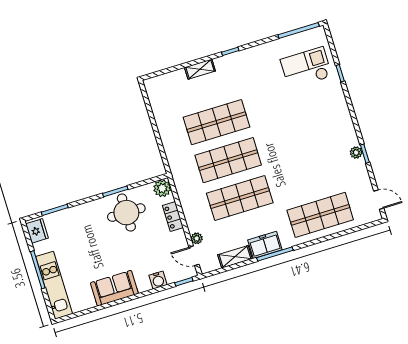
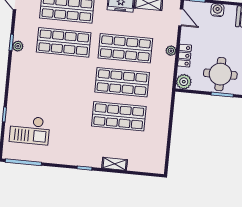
shop shelf: (309, 177) -> (64, 42), added
plant: (197, 238) -> (171, 51), moved

